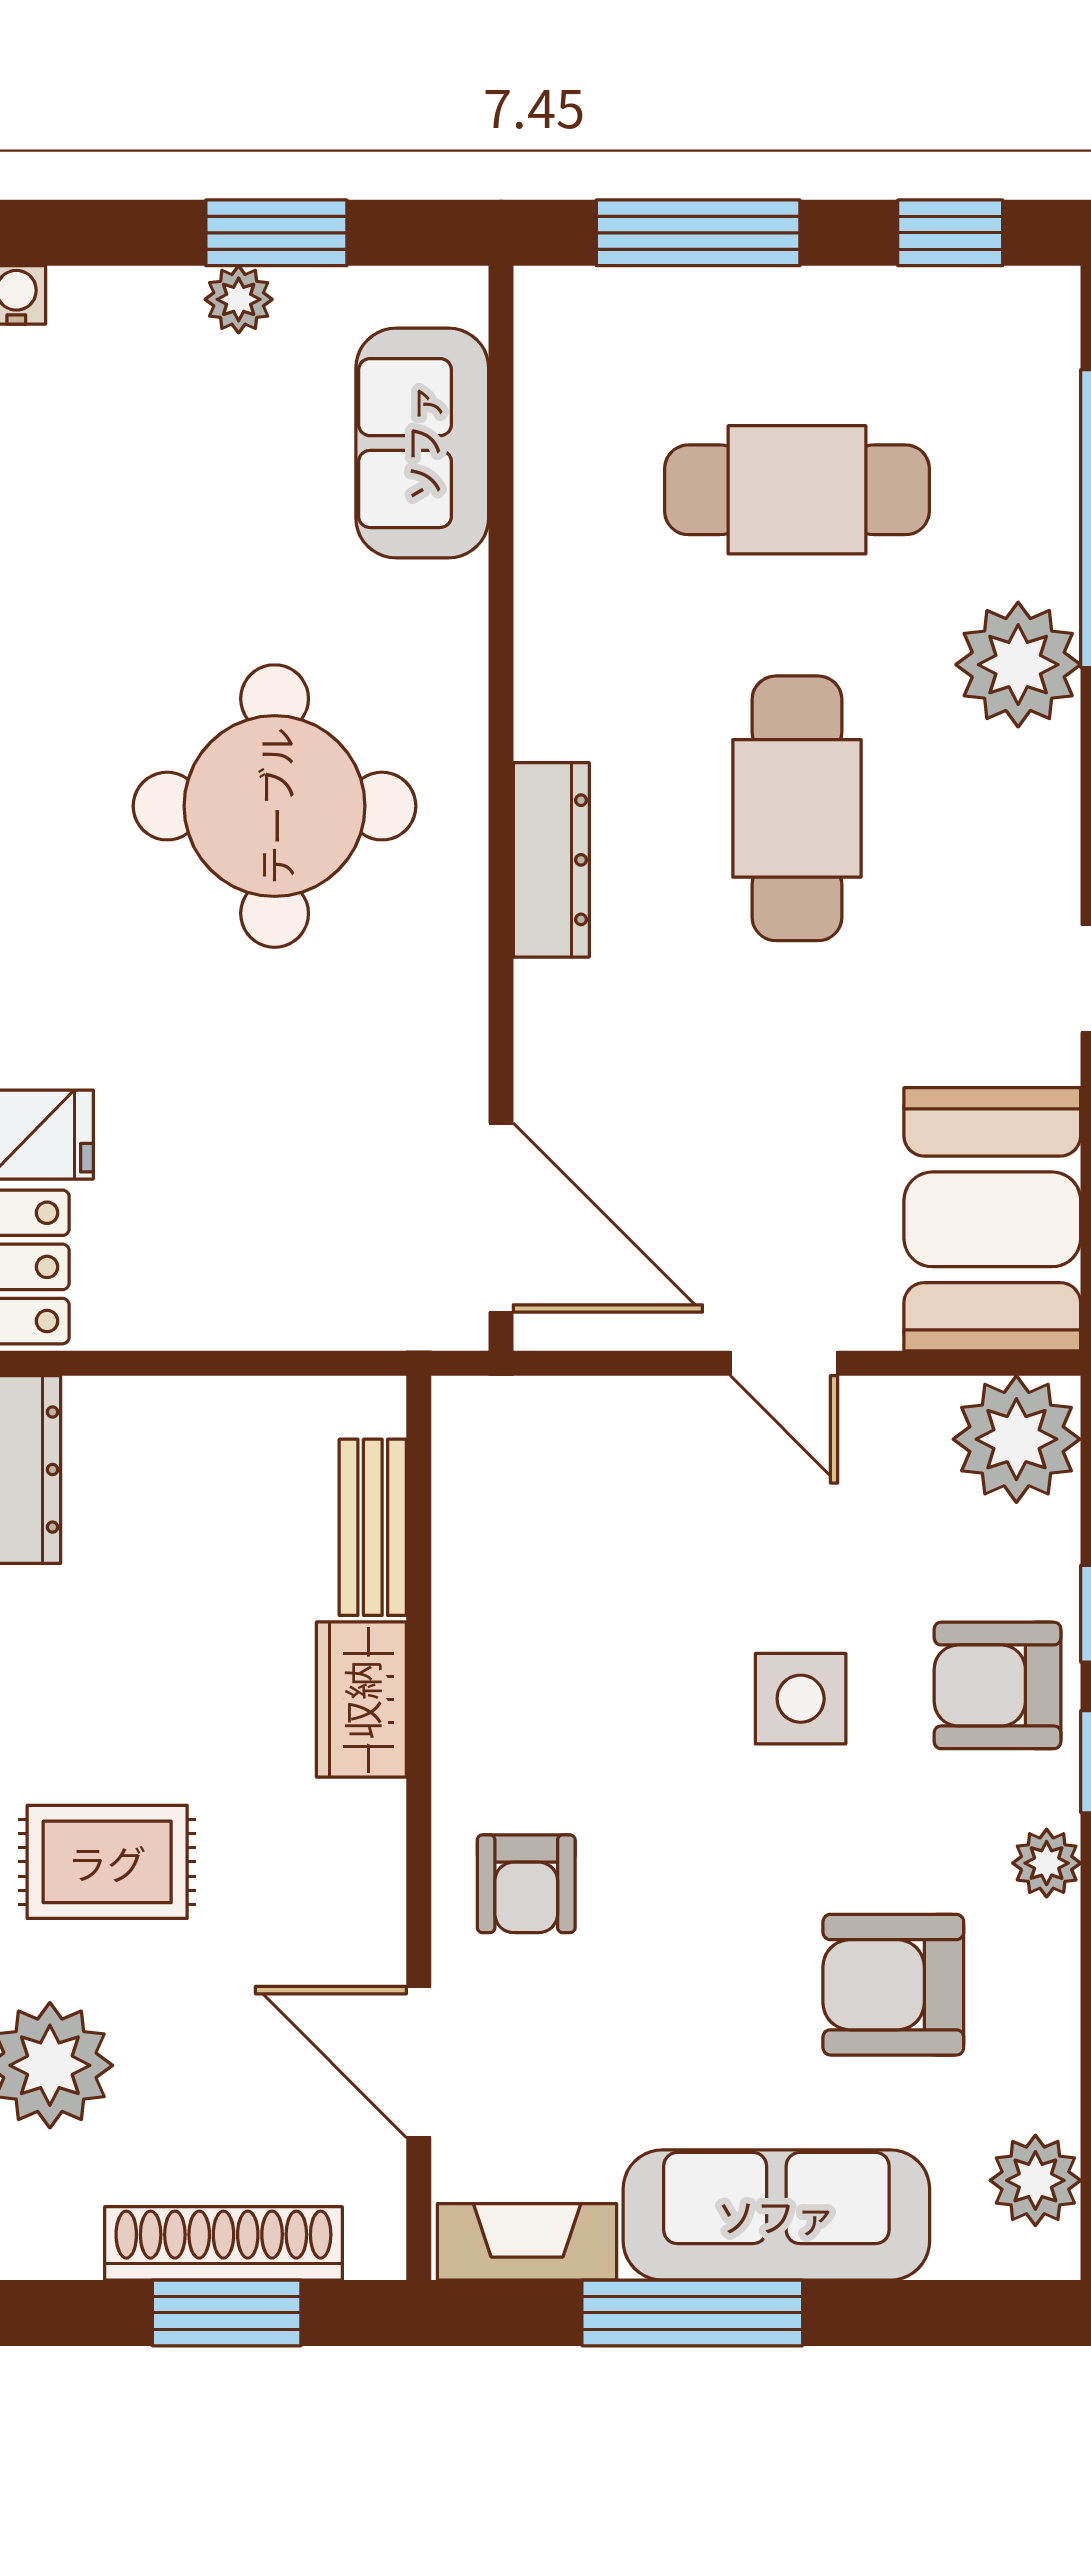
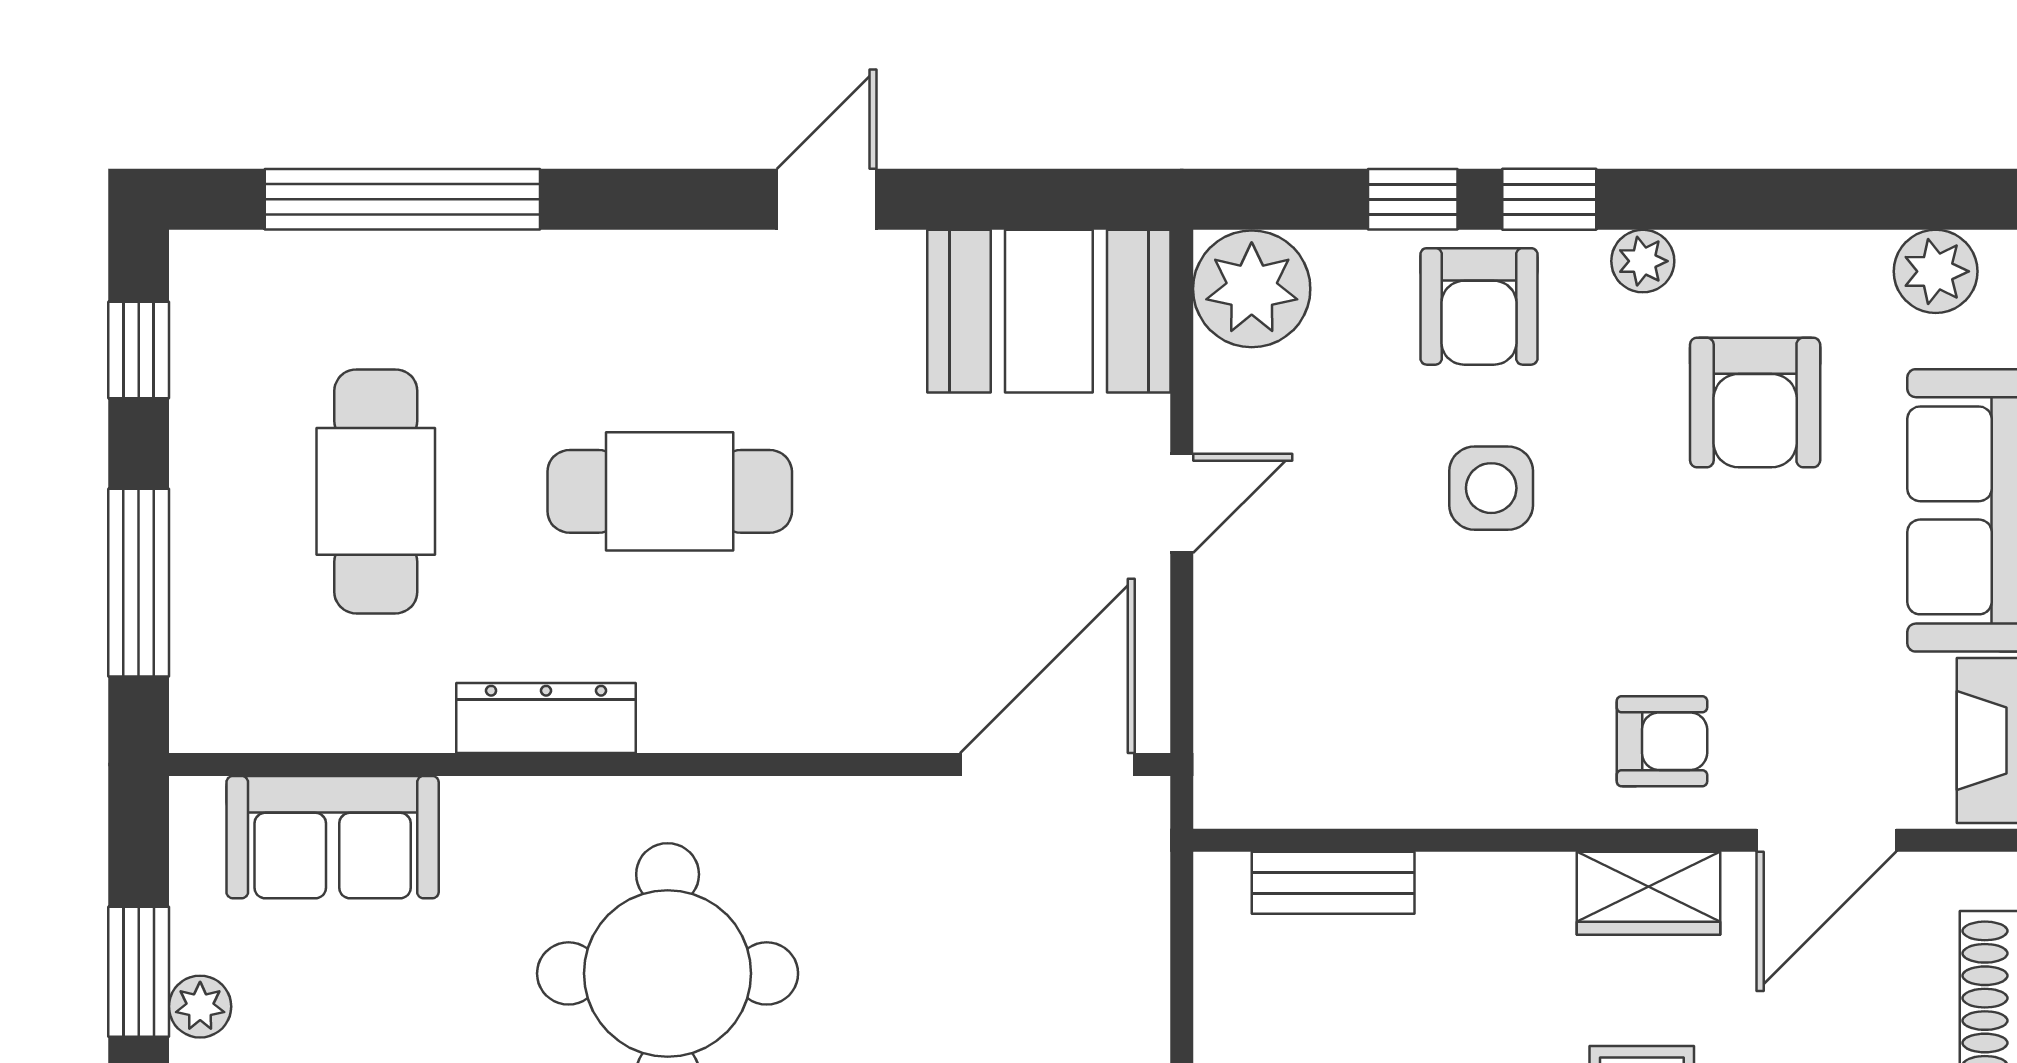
plant: (1018, 665) -> (537, 287), removed
dresser: (551, 860) -> (546, 718), moved
wardrobe: (361, 1700) -> (1648, 893), moved

